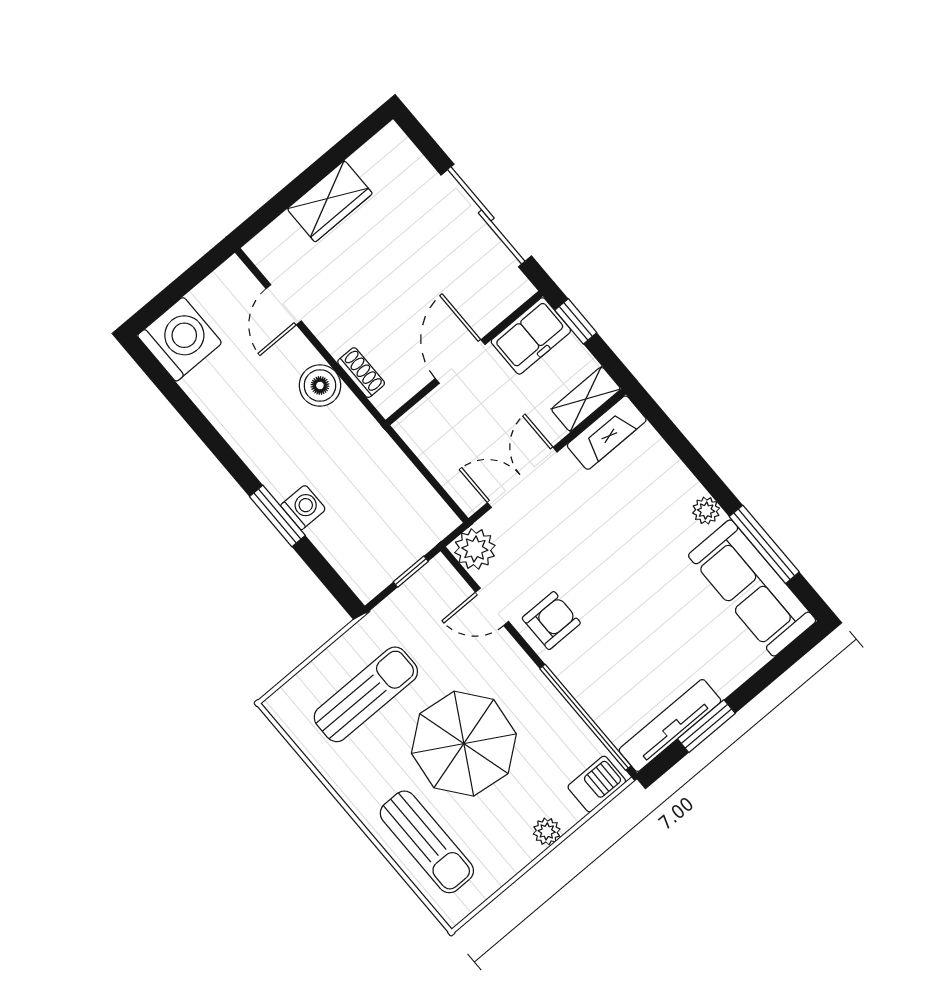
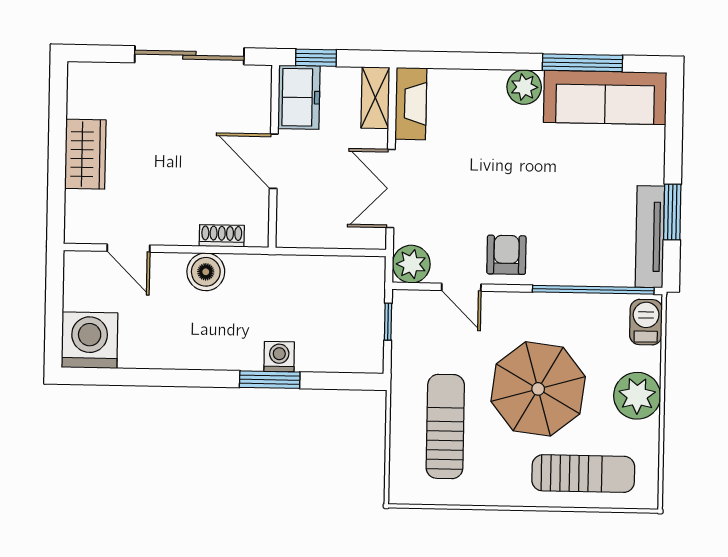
plant: (706, 511) -> (524, 87), width x1.38, depth x1.38
door: (492, 607) -> (461, 287), hinge flipped
plant: (547, 831) -> (637, 396), width x1.87, depth x1.87

